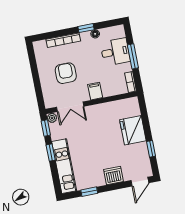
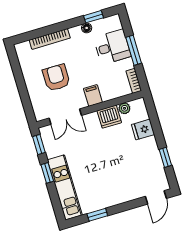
window: (86, 28) -> (94, 17), moved
plant: (52, 118) -> (124, 108), moved
fridge: (133, 130) -> (143, 130), width x0.53, depth x0.75
dishwasher: (114, 175) -> (109, 117), moved, turned 180

